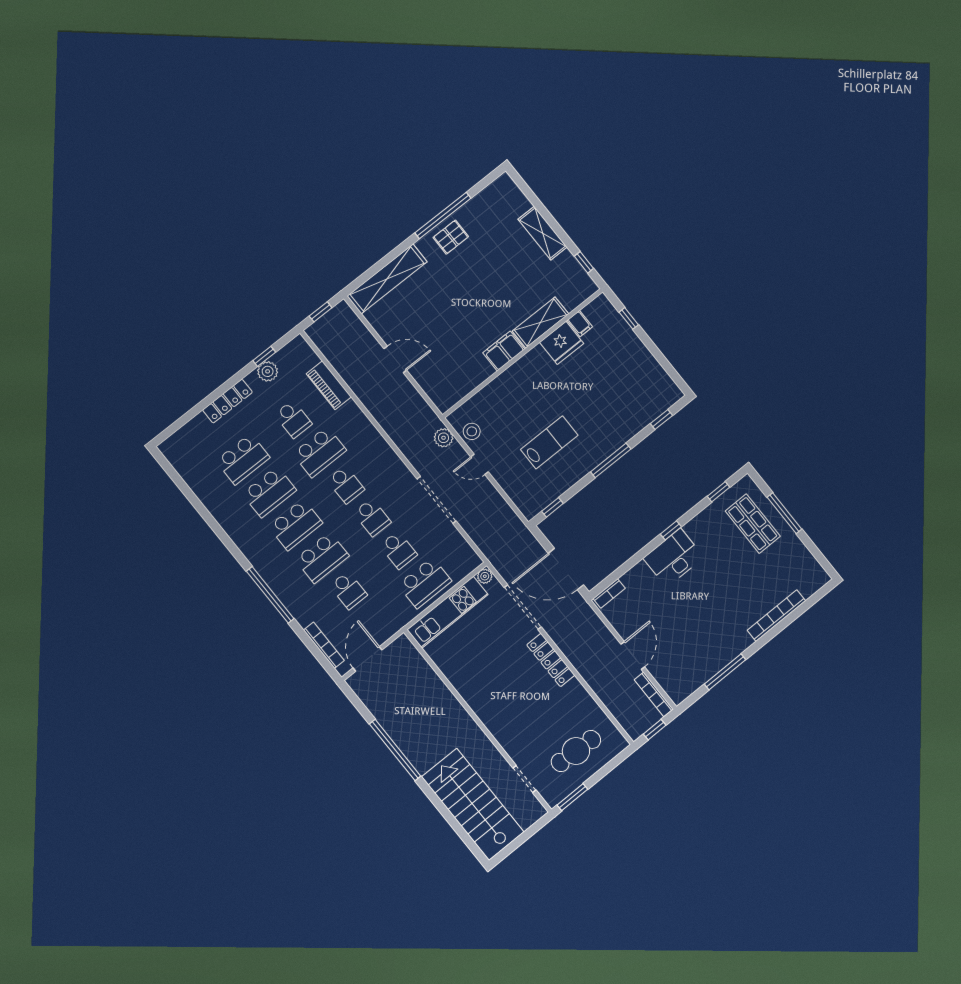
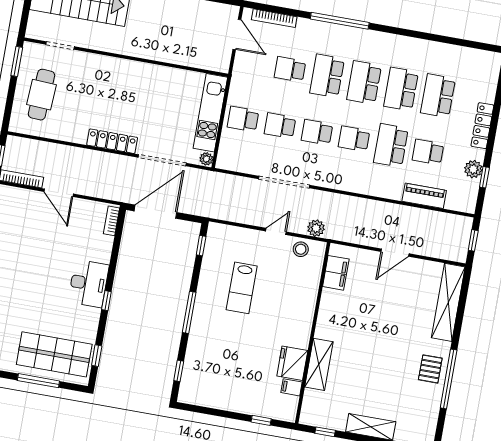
filing cabinet: (504, 351) -> (336, 273), moved
shop shelf: (753, 524) -> (54, 354), width x1.43, depth x1.36
school desk: (425, 583) -> (243, 119), width x0.54

